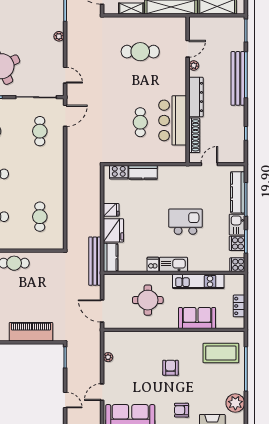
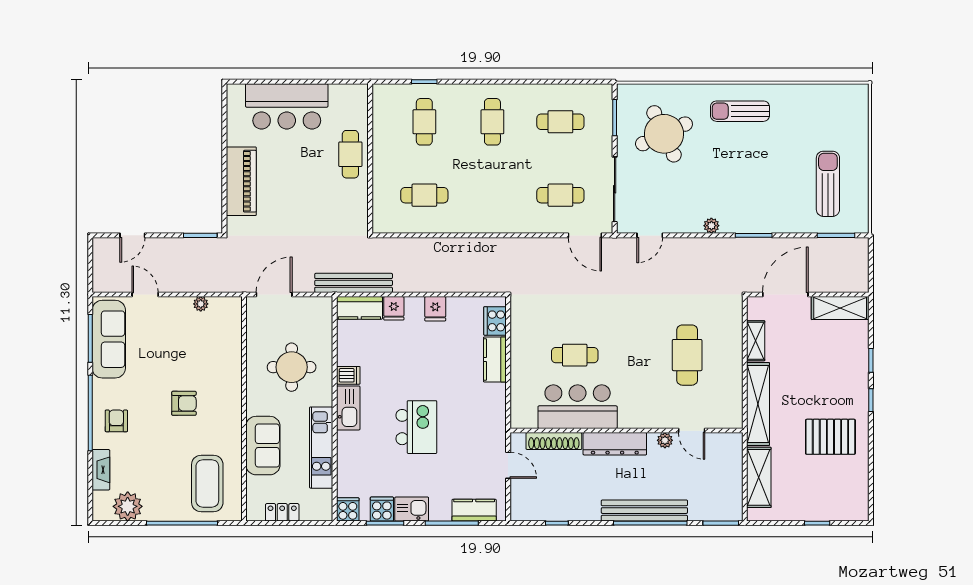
kitchen counter: (238, 192) -> (474, 510), width x0.67
fridge: (113, 230) -> (394, 308), width x0.53, depth x0.75

